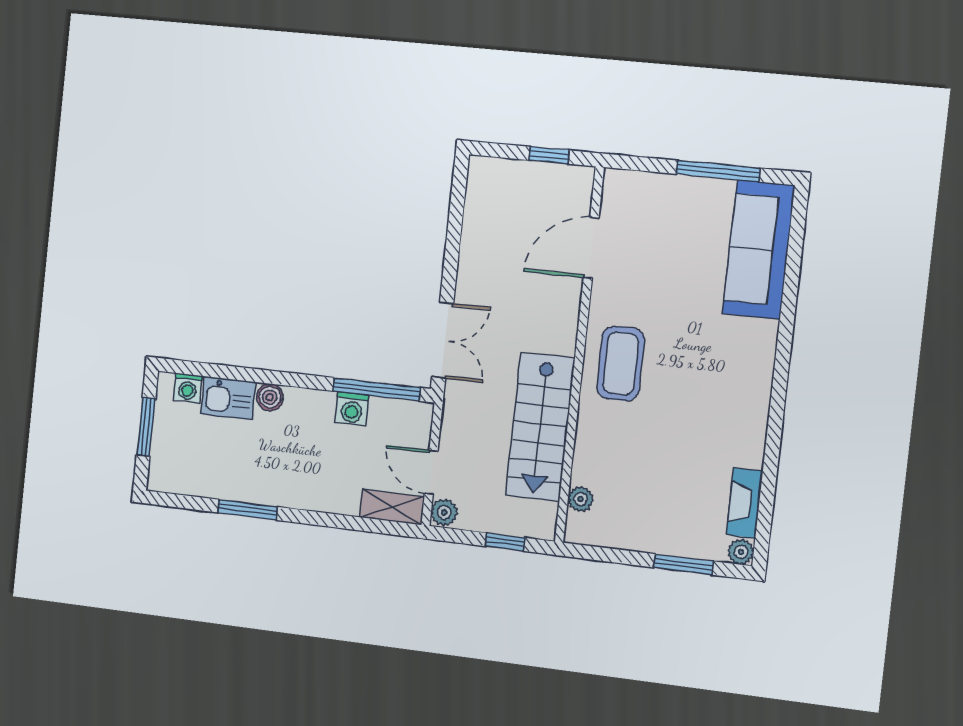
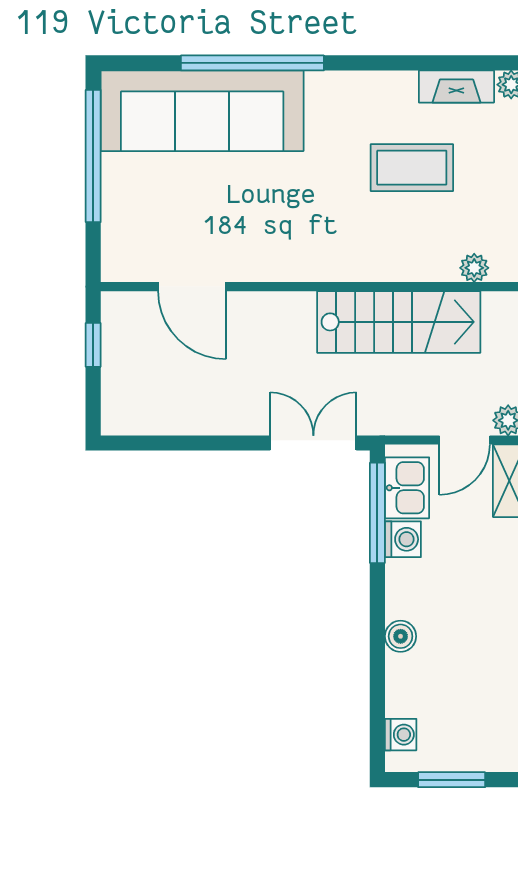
window: (718, 171) -> (93, 156), width x1.46
sofa: (759, 250) -> (202, 111), width x1.36, depth x1.27
window: (787, 323) -> (252, 63), added
coffee table: (621, 364) -> (412, 168), moved
kitchen sink: (228, 398) -> (407, 488), moved

